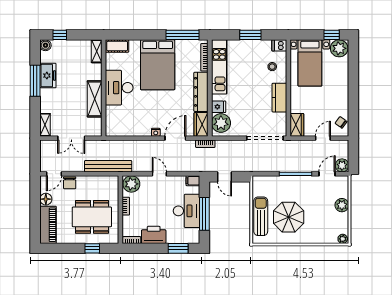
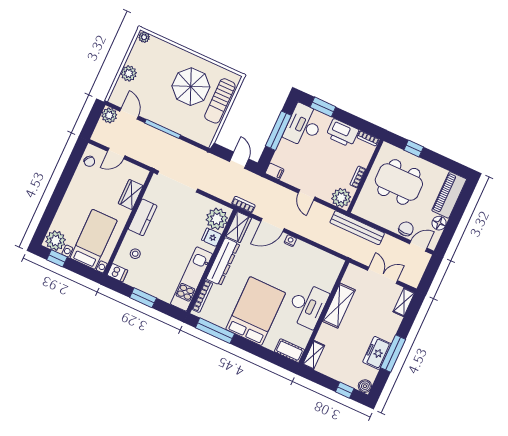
wardrobe: (297, 125) -> (131, 195), moved
door: (327, 174) -> (129, 114), swing flipped
desk: (187, 211) -> (304, 126), moved

